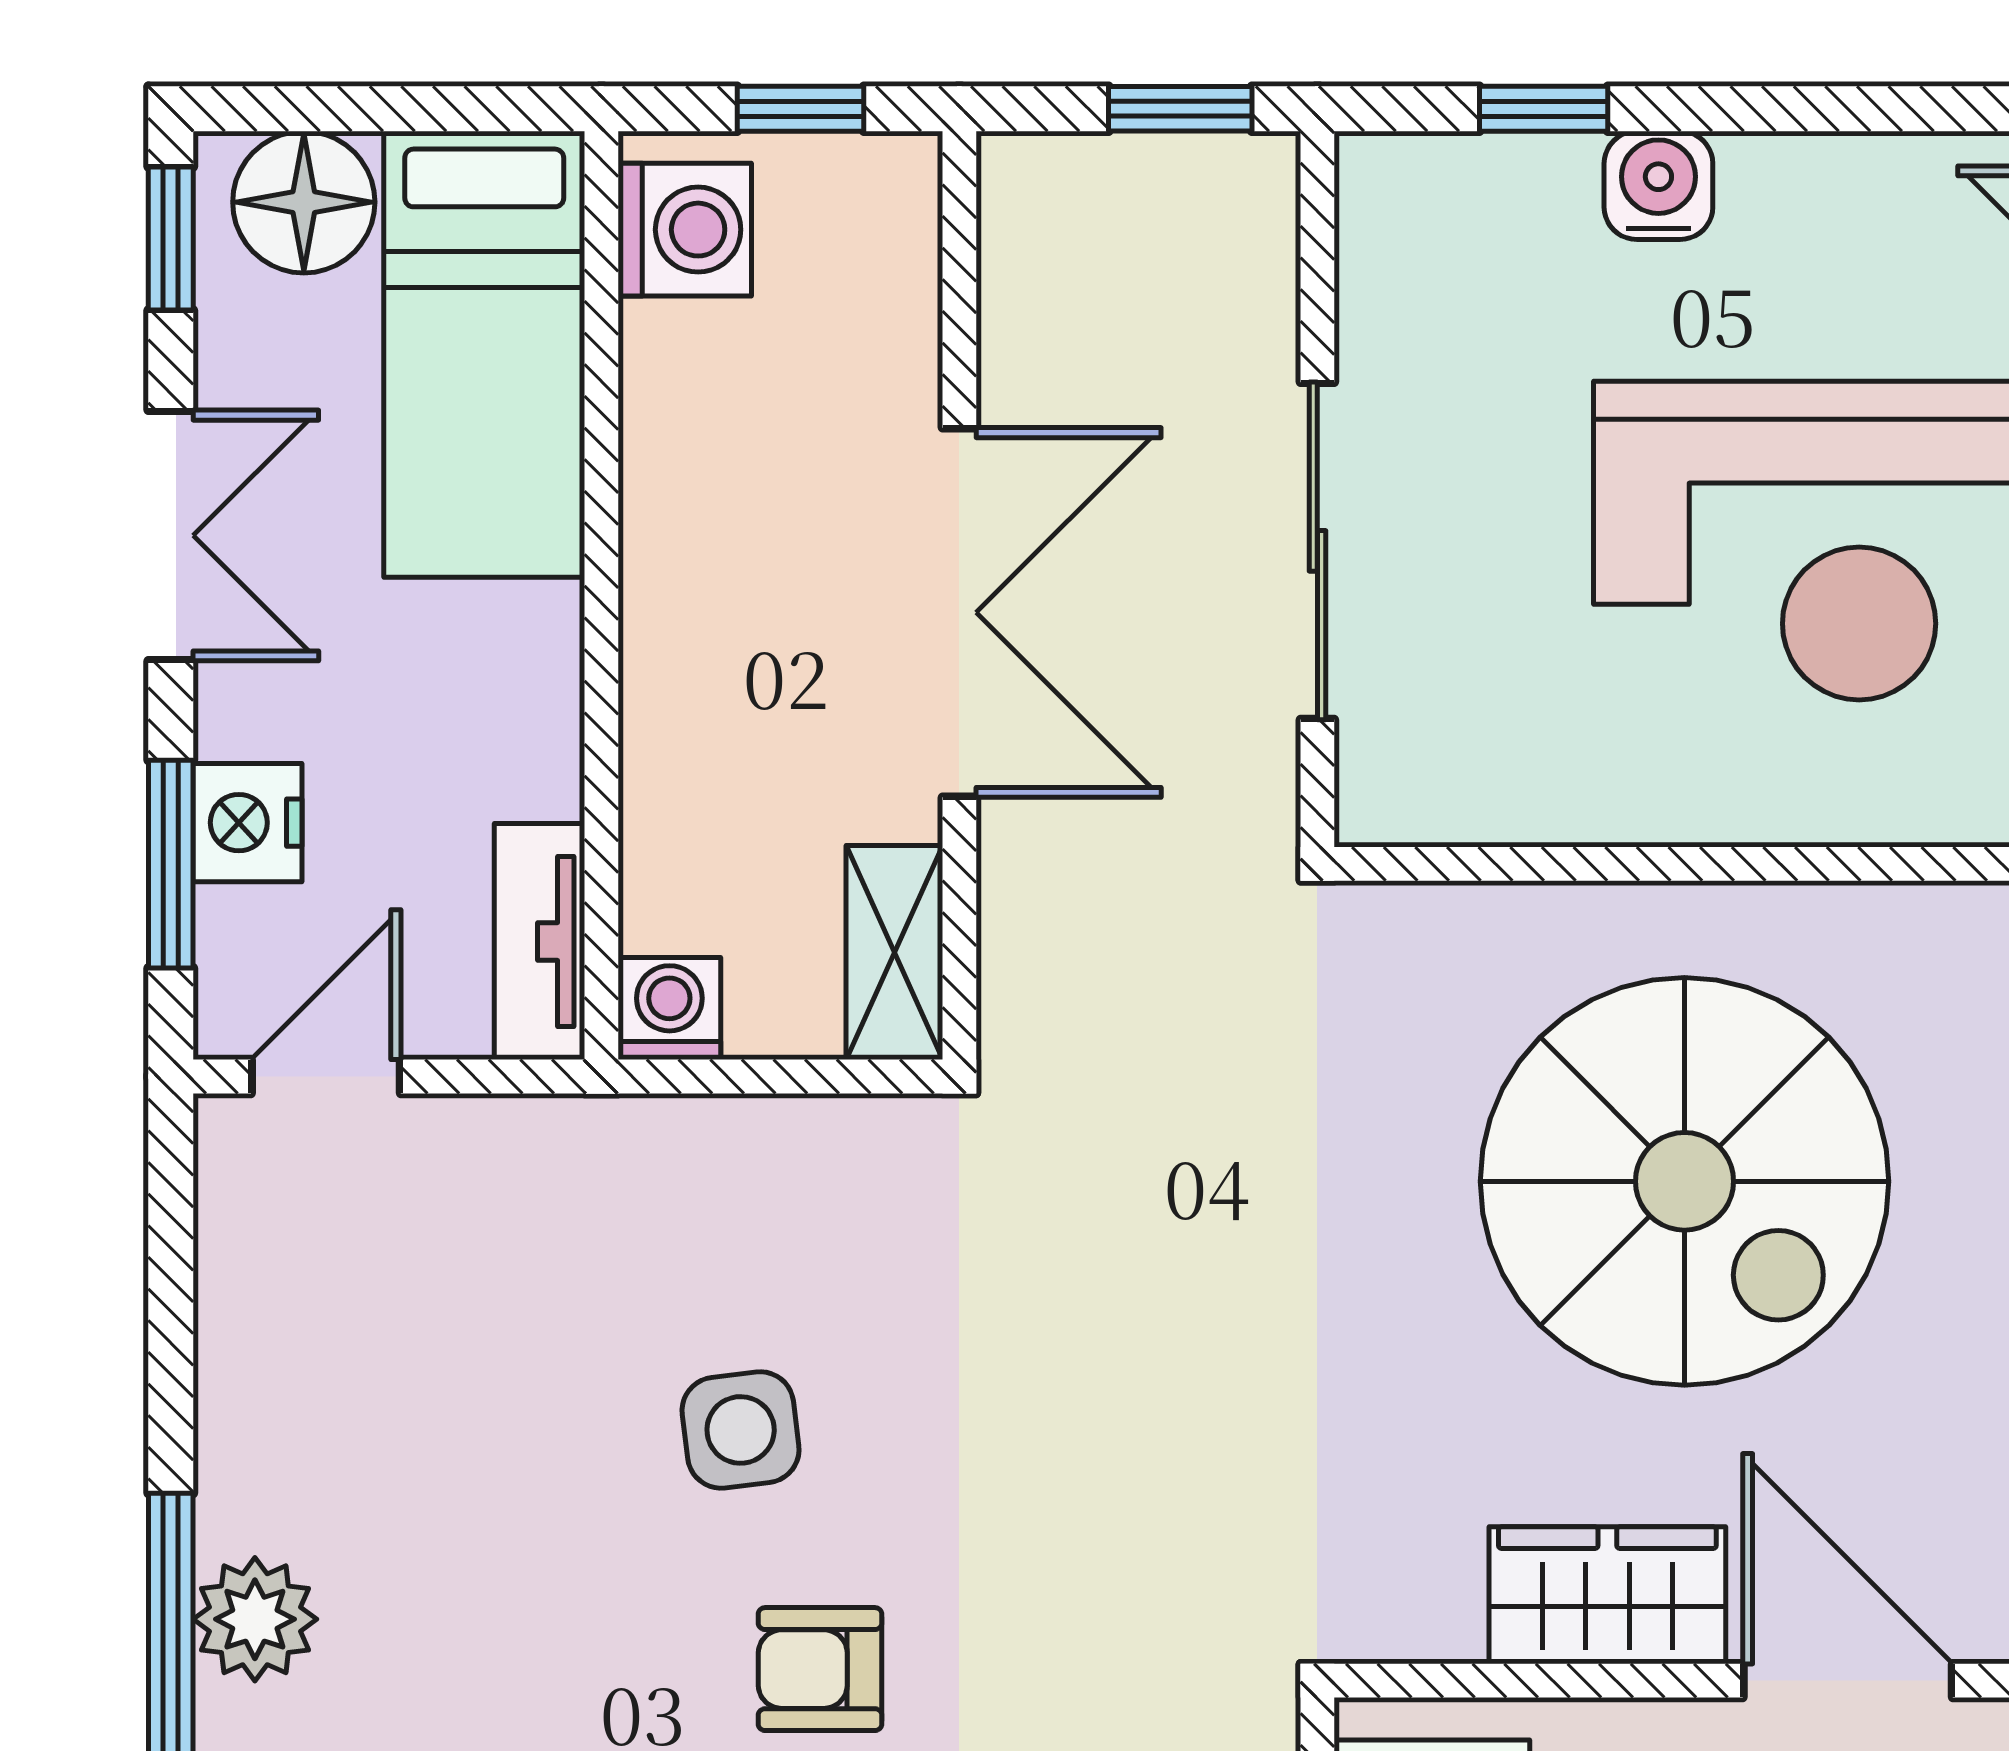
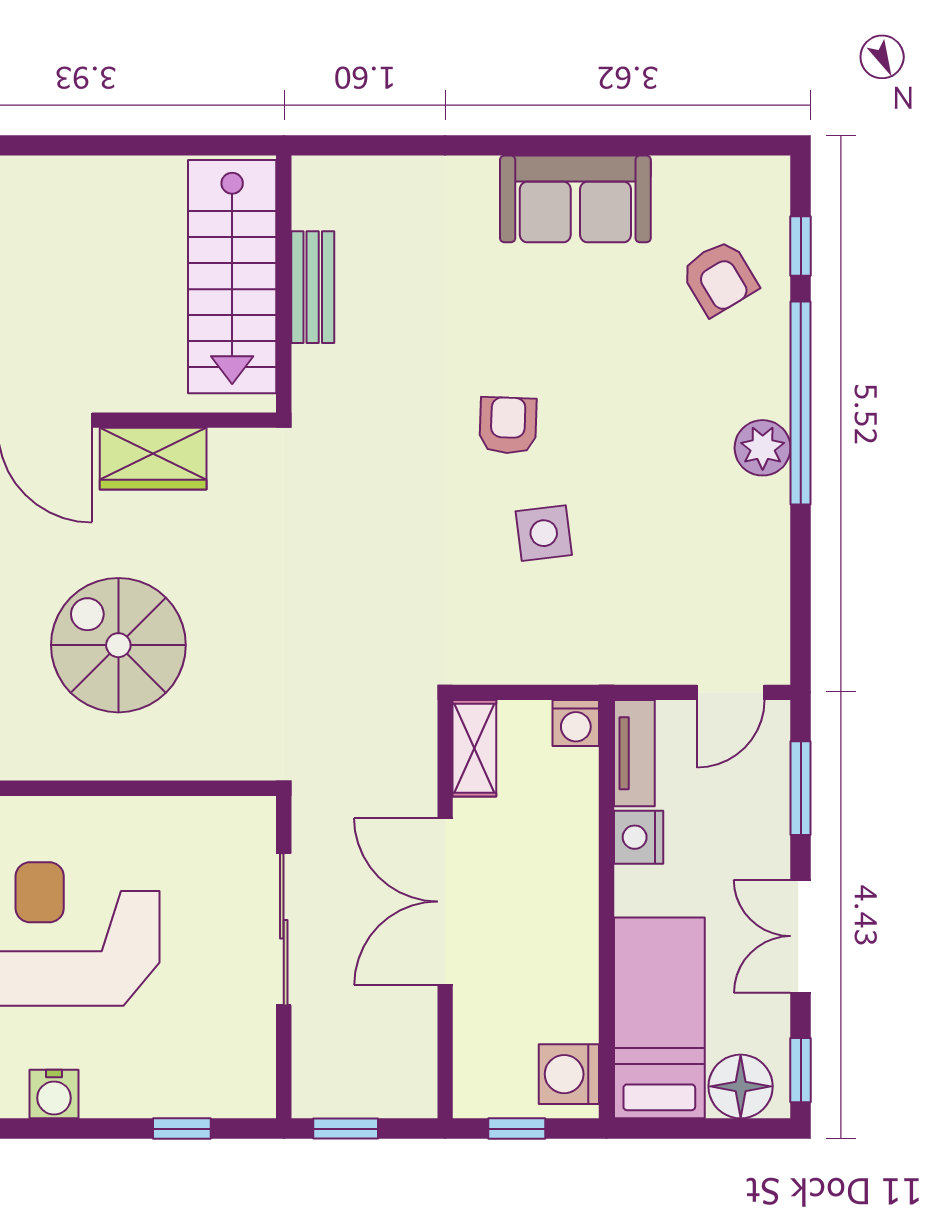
water cooler: (1658, 185) -> (54, 1094), moved
nightstand: (248, 823) -> (639, 837), moved, turned 180
spiral stairs: (1684, 1181) -> (118, 645), width x0.73, depth x0.73
armchair: (820, 1669) -> (508, 425), turned -88

